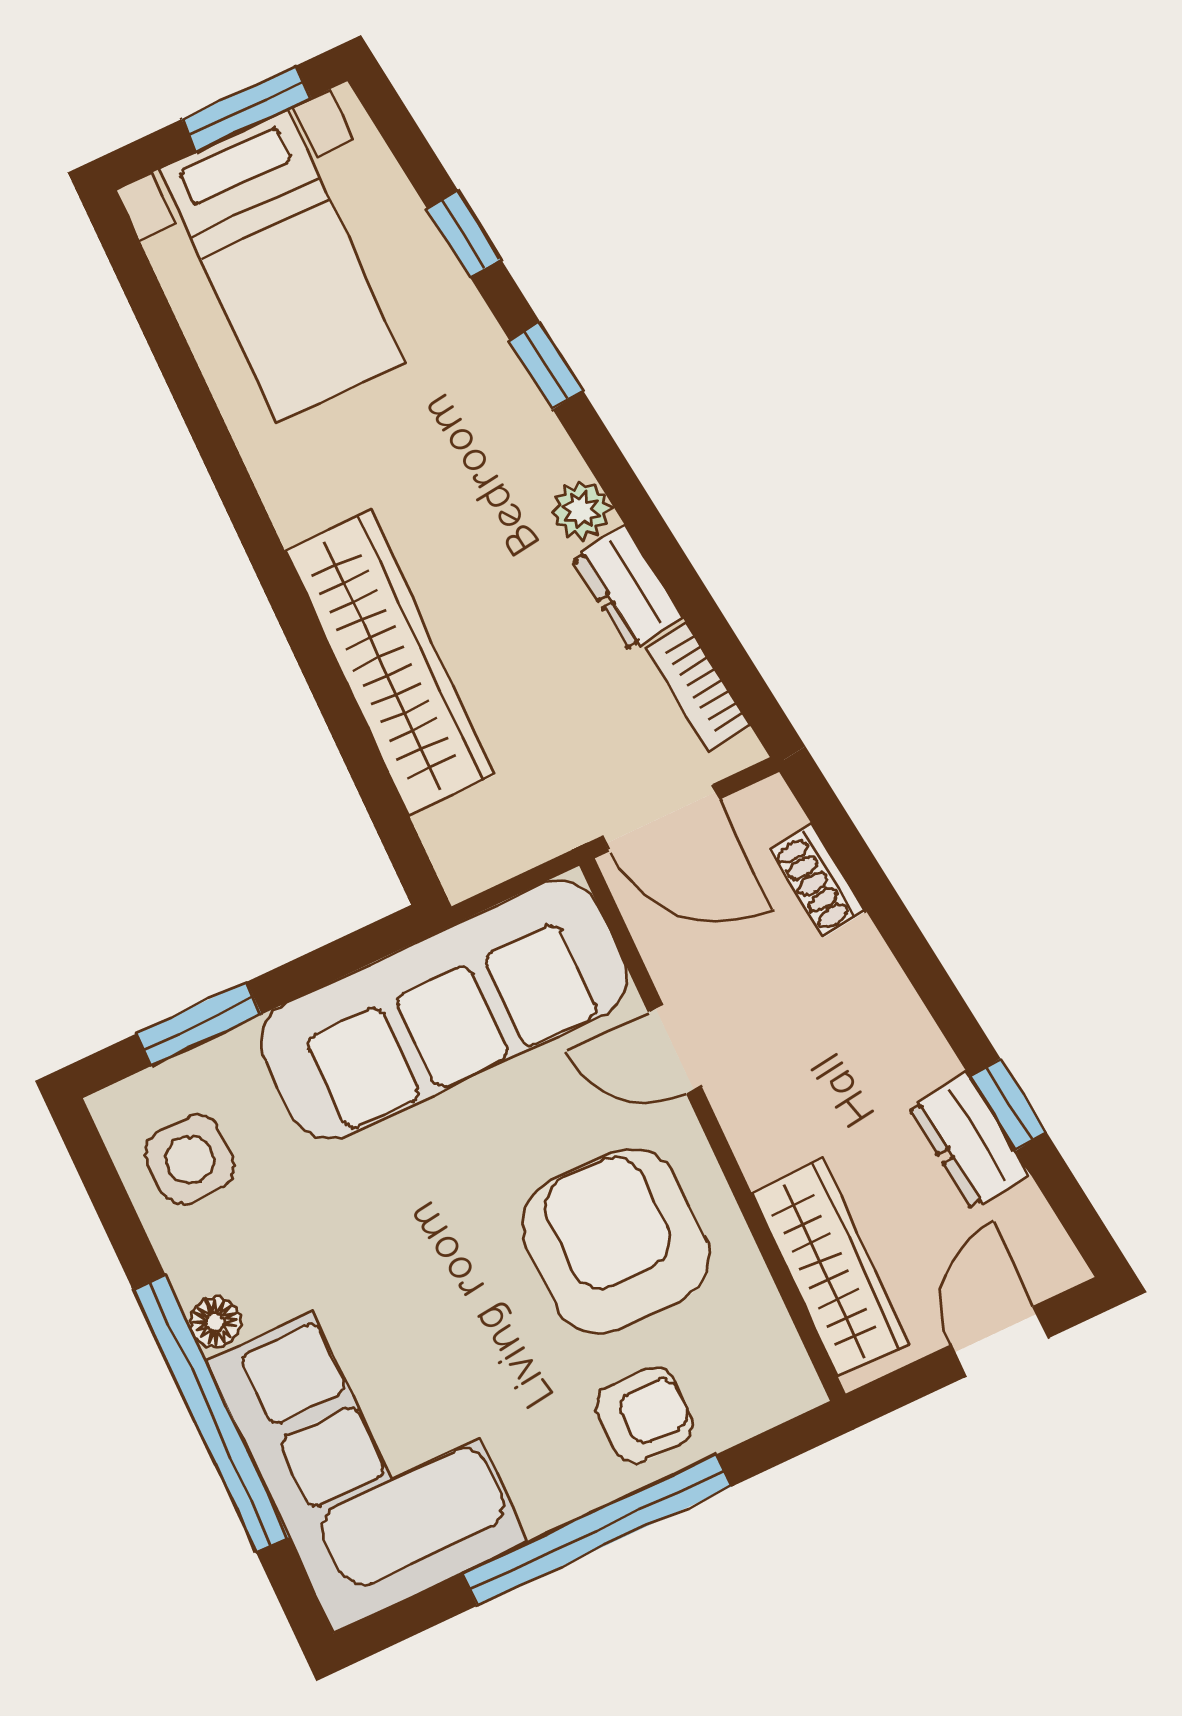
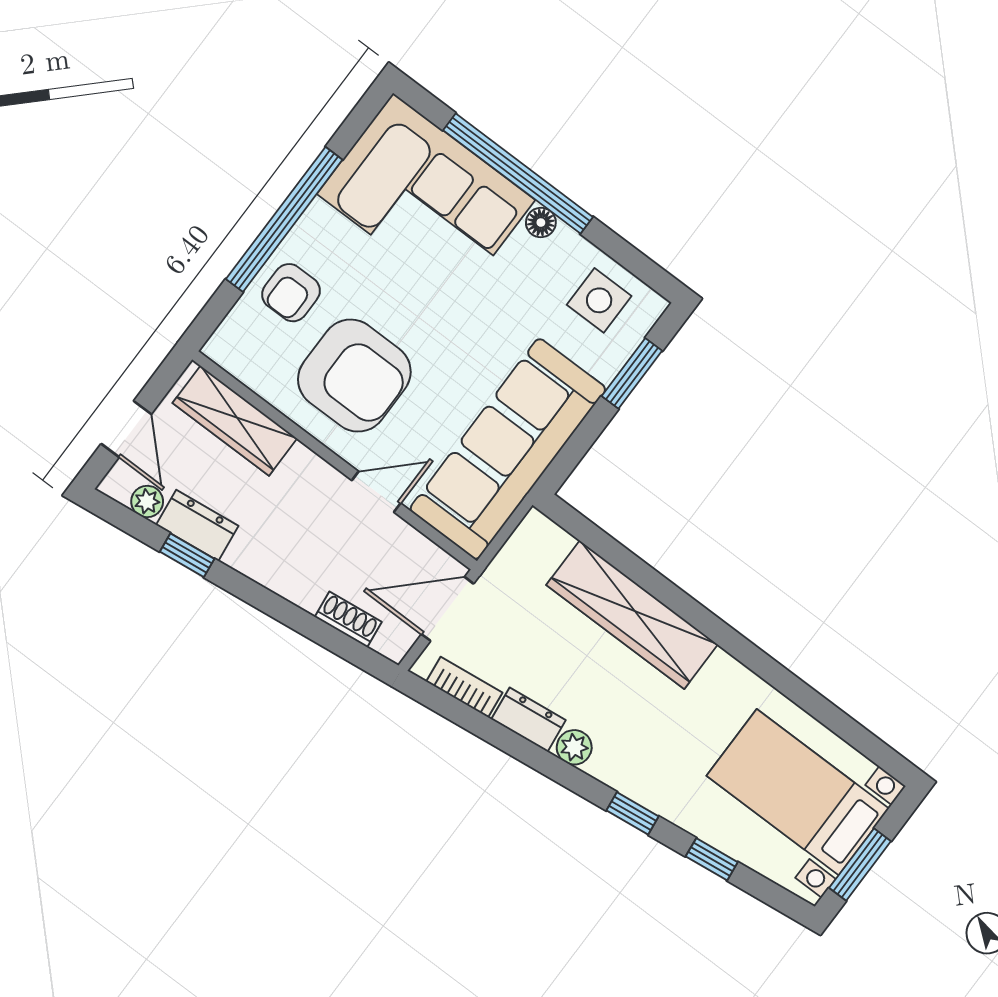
plant: (1025, 1216) -> (147, 502), added

